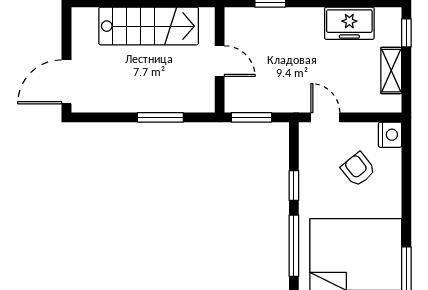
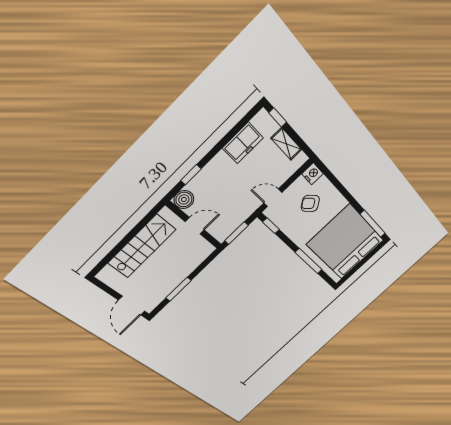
boiler: (238, 21) -> (184, 199), added
window: (160, 117) -> (179, 289), moved
window: (294, 186) -> (271, 226), moved

